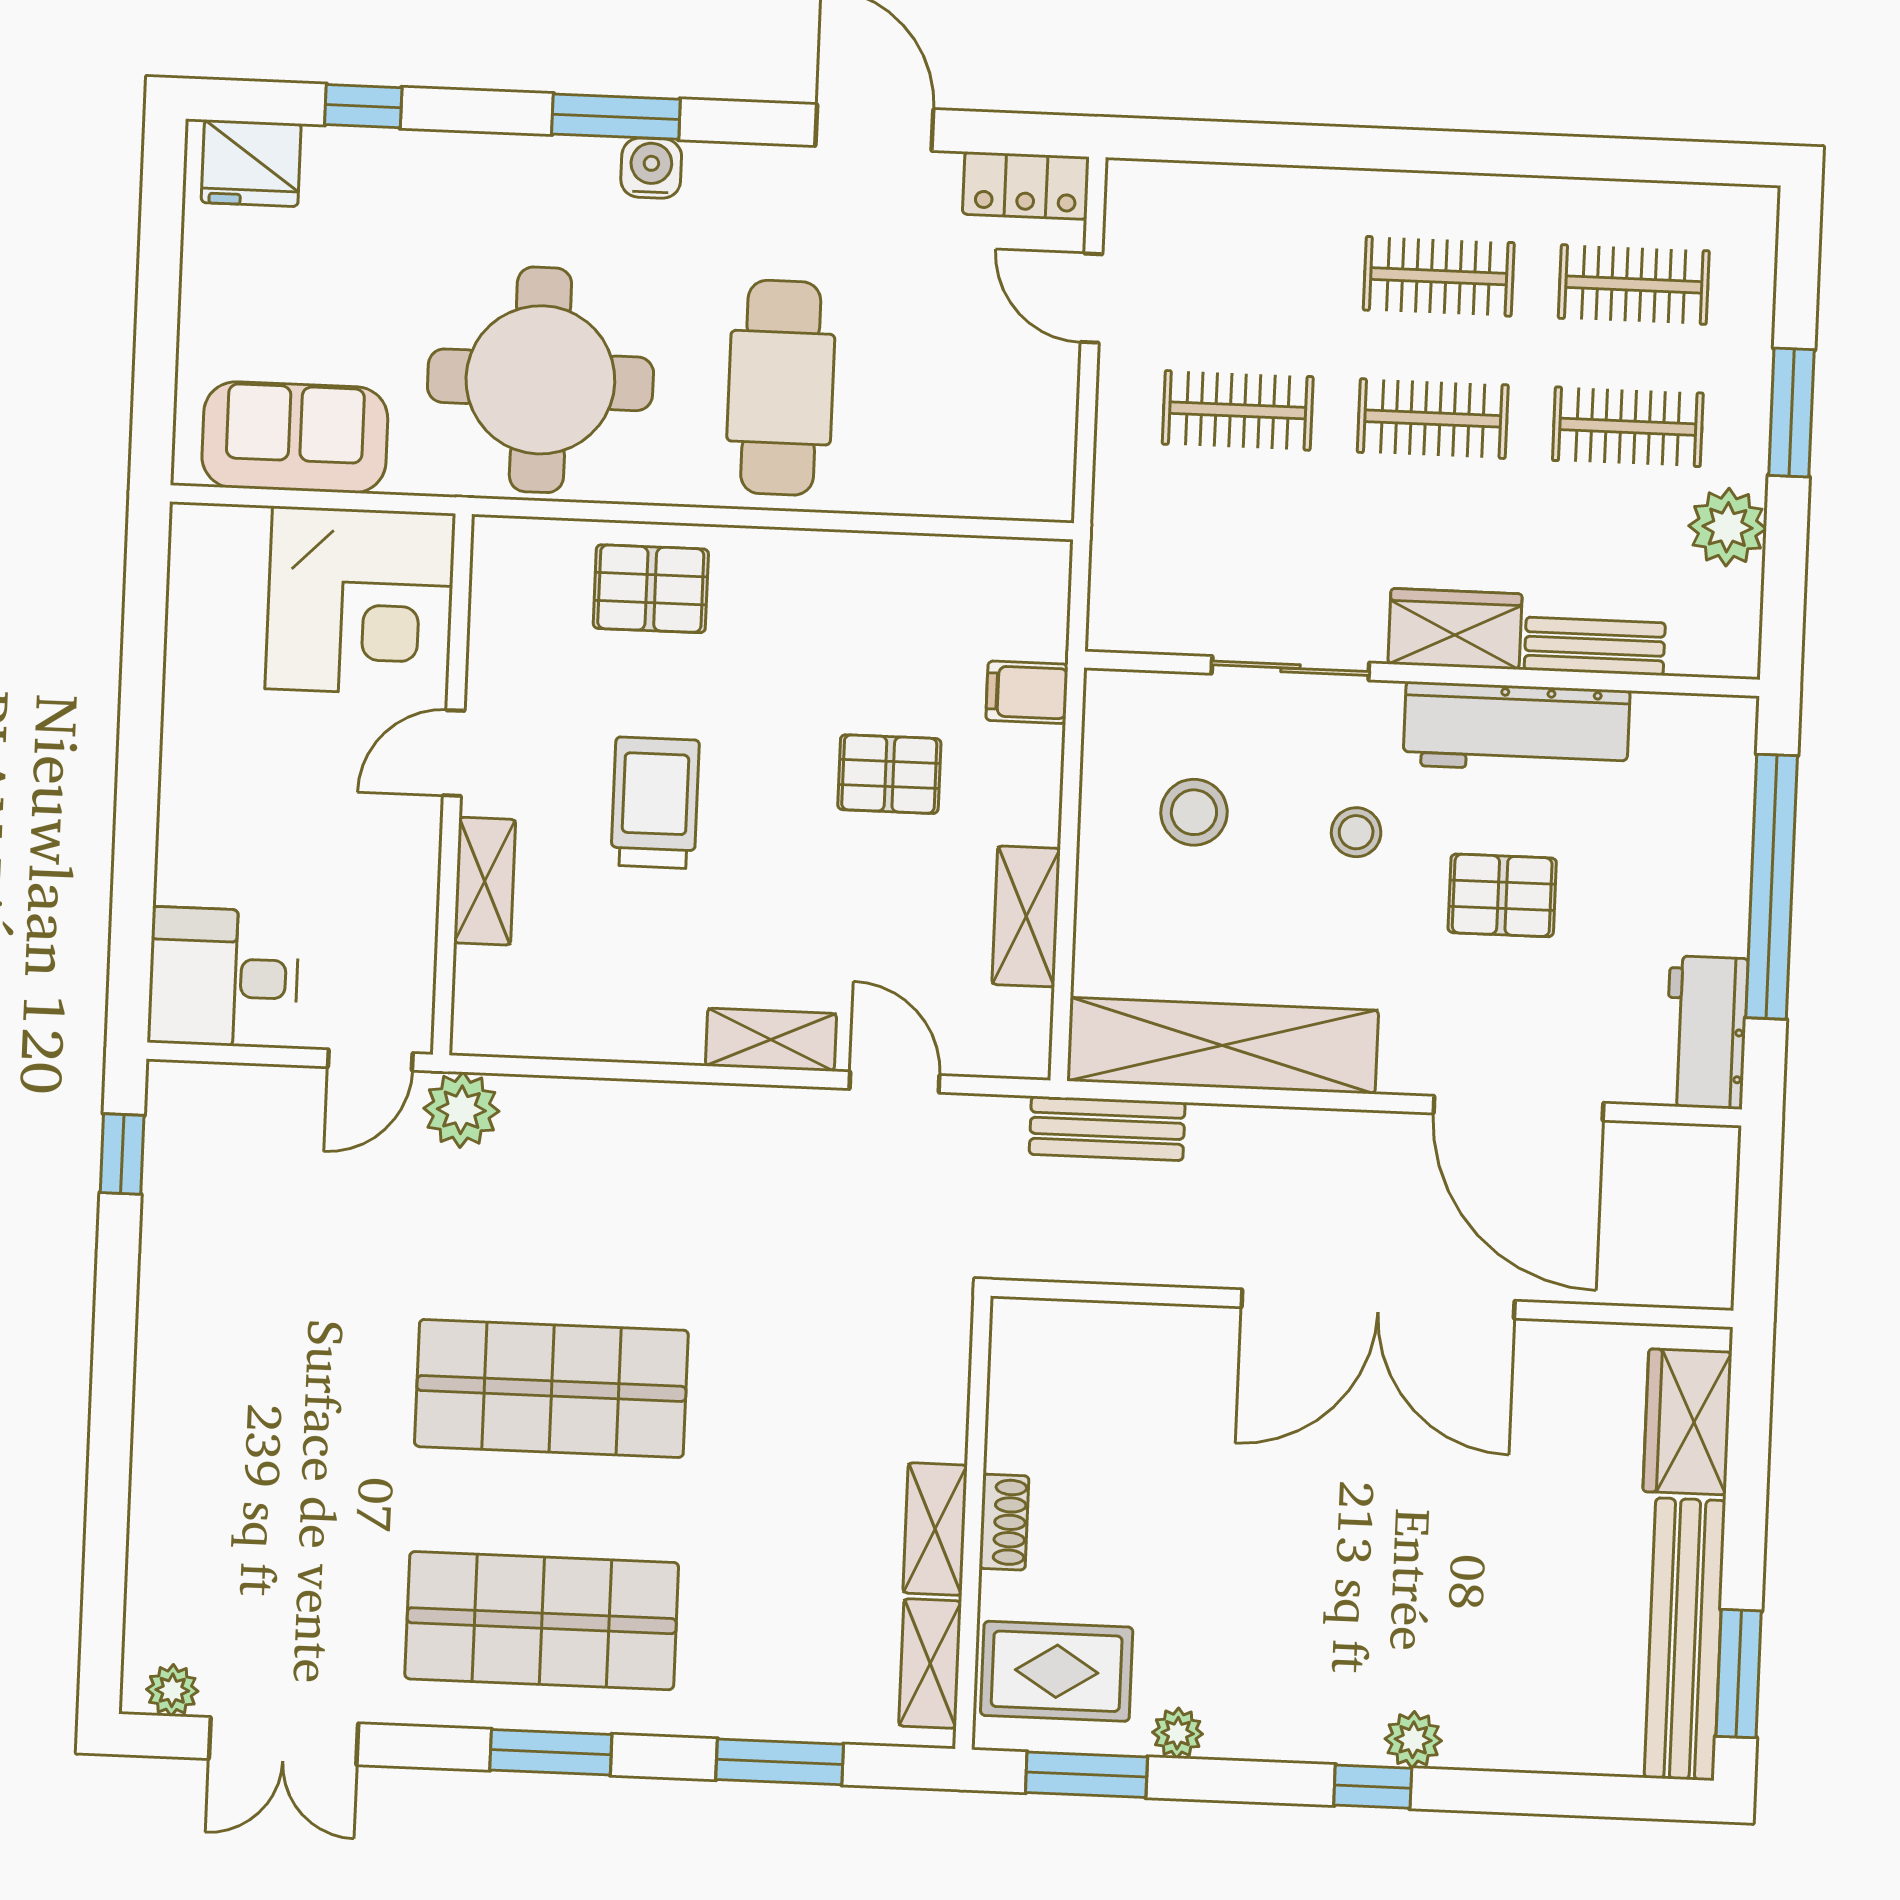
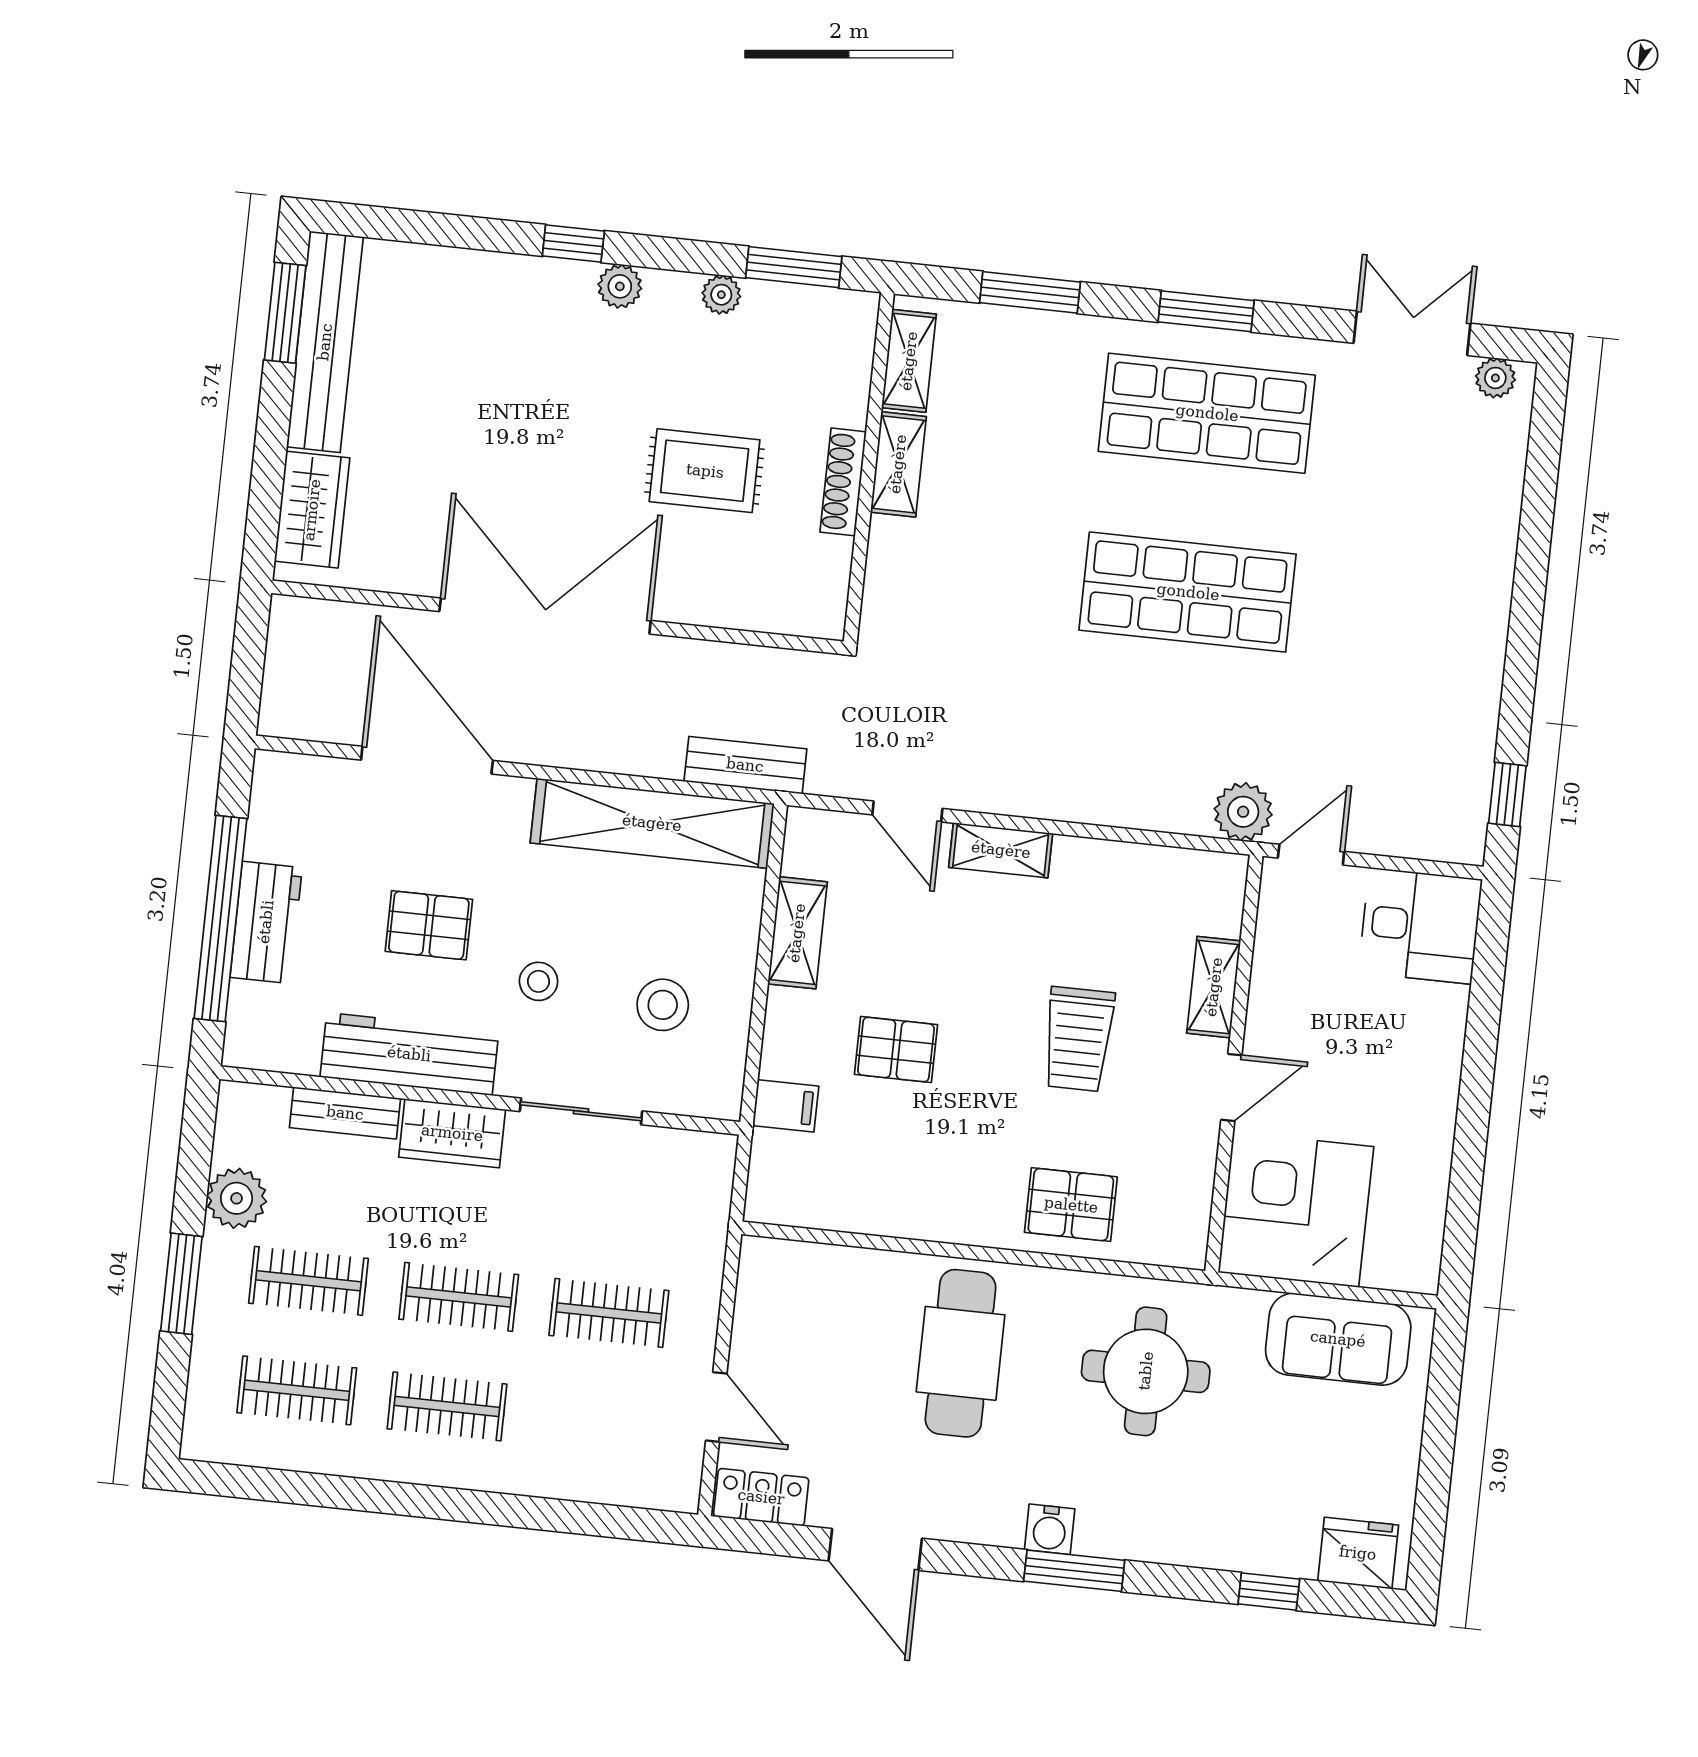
round table: (540, 380) -> (1146, 1371), width x0.73, depth x0.73
workbench: (1706, 1032) -> (266, 922), moved
shoe rack: (1004, 1522) -> (843, 482), width x1.43
rug: (1057, 1671) -> (705, 471), moved
plant: (1413, 1740) -> (620, 286), moved

